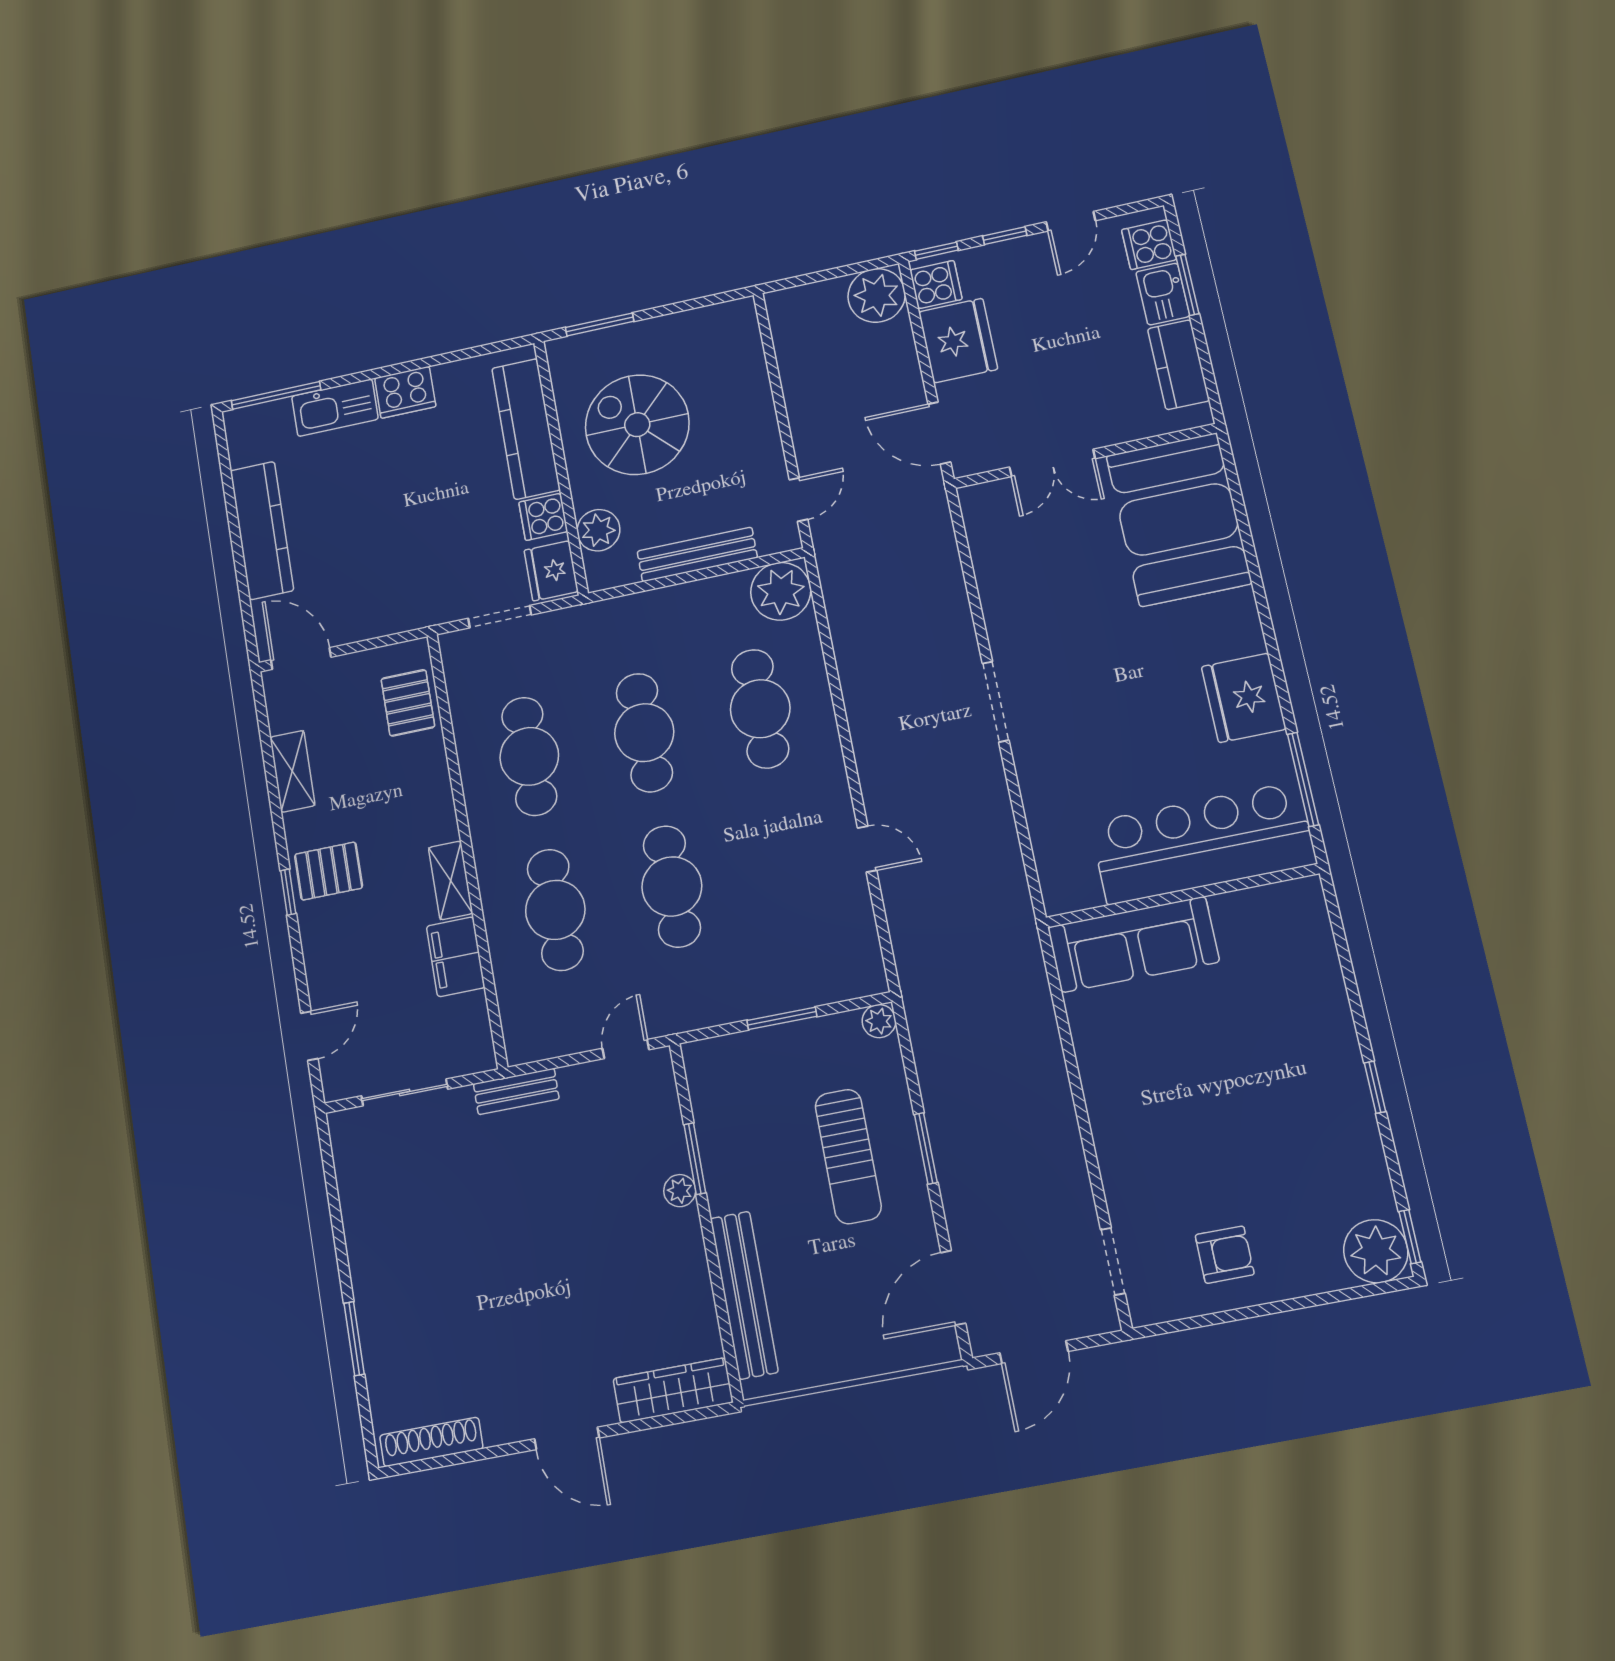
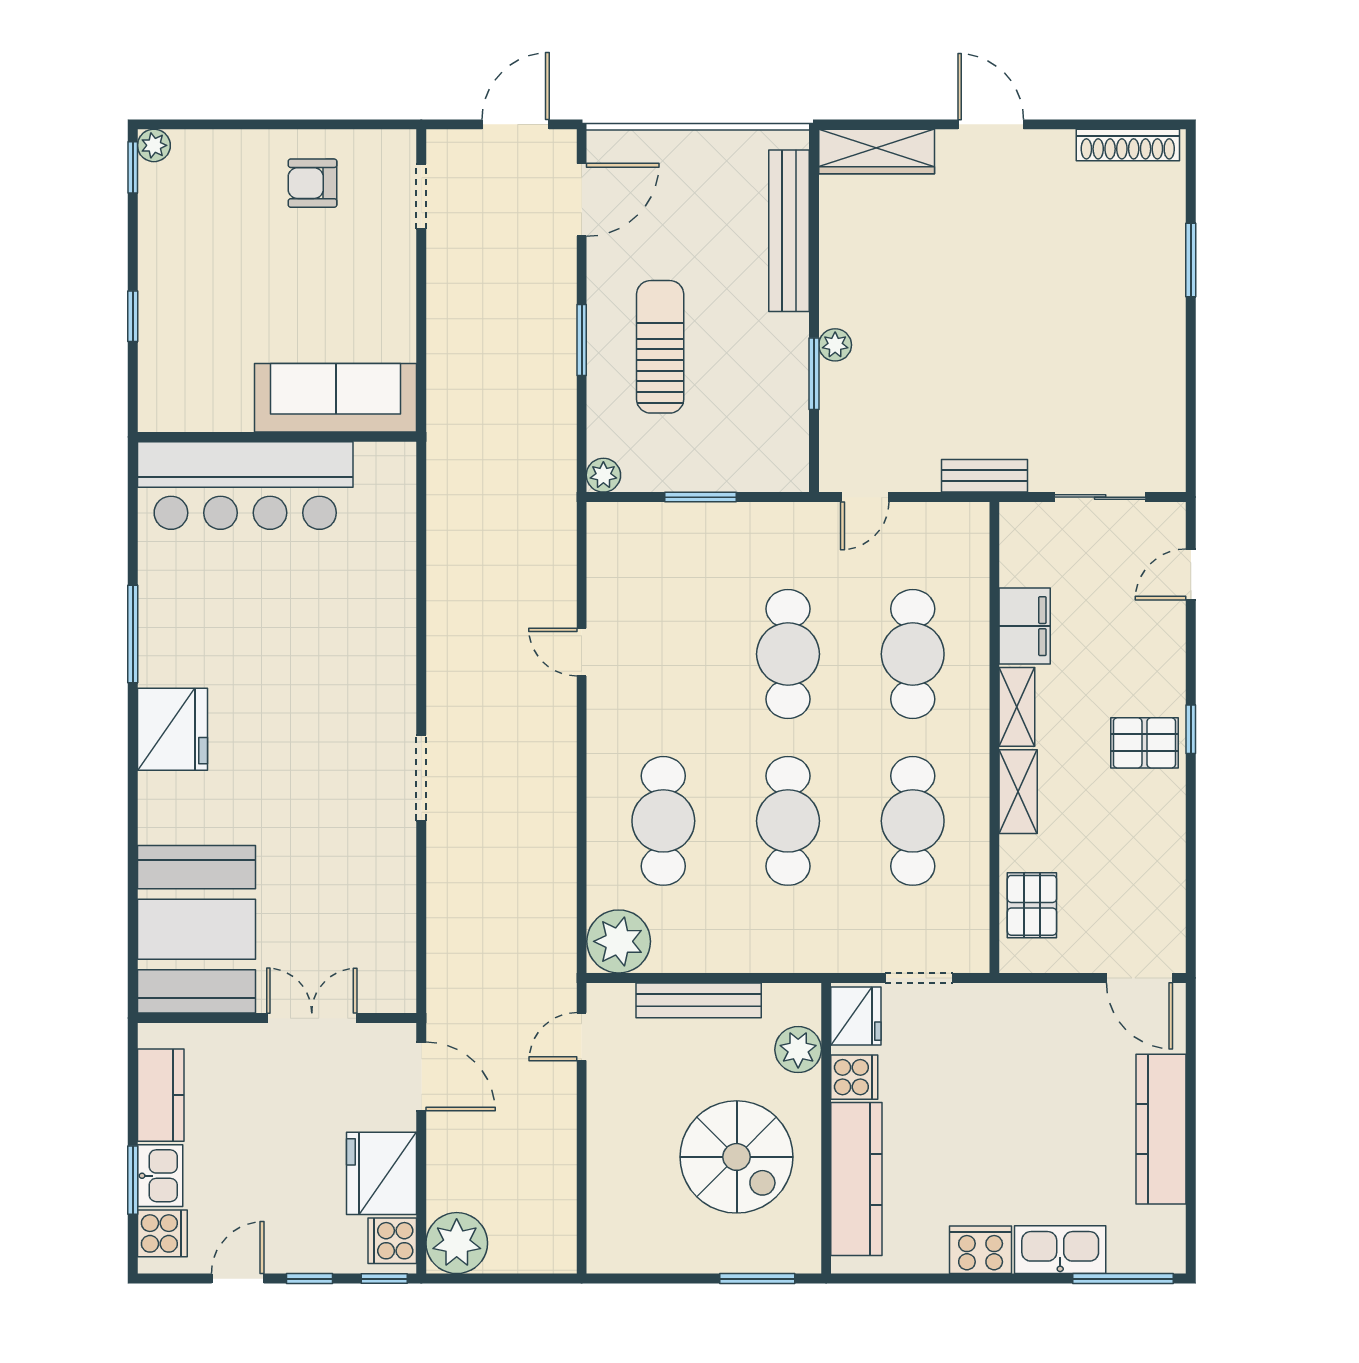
shelving: (292, 771) -> (1018, 792), moved
bar counter: (1203, 843) -> (245, 486), moved
wall: (1182, 896) -> (277, 437), moved
sofa: (1133, 944) -> (336, 398), moved
plant: (1376, 1251) -> (154, 145), width x0.53, depth x0.53

